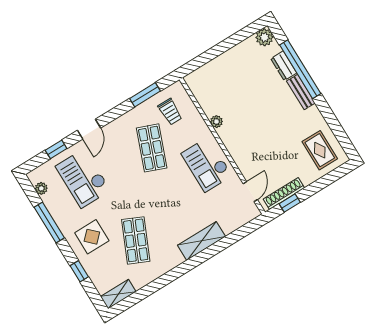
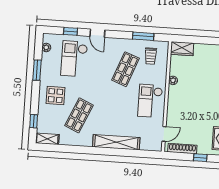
wardrobe: (201, 77) -> (182, 49), added
door: (89, 129) -> (97, 33), hinge flipped
window: (290, 203) -> (200, 158), moved
window: (49, 222) -> (37, 70), width x0.69
shelving: (201, 241) -> (116, 142), width x1.47
window: (79, 271) -> (34, 121), moved

